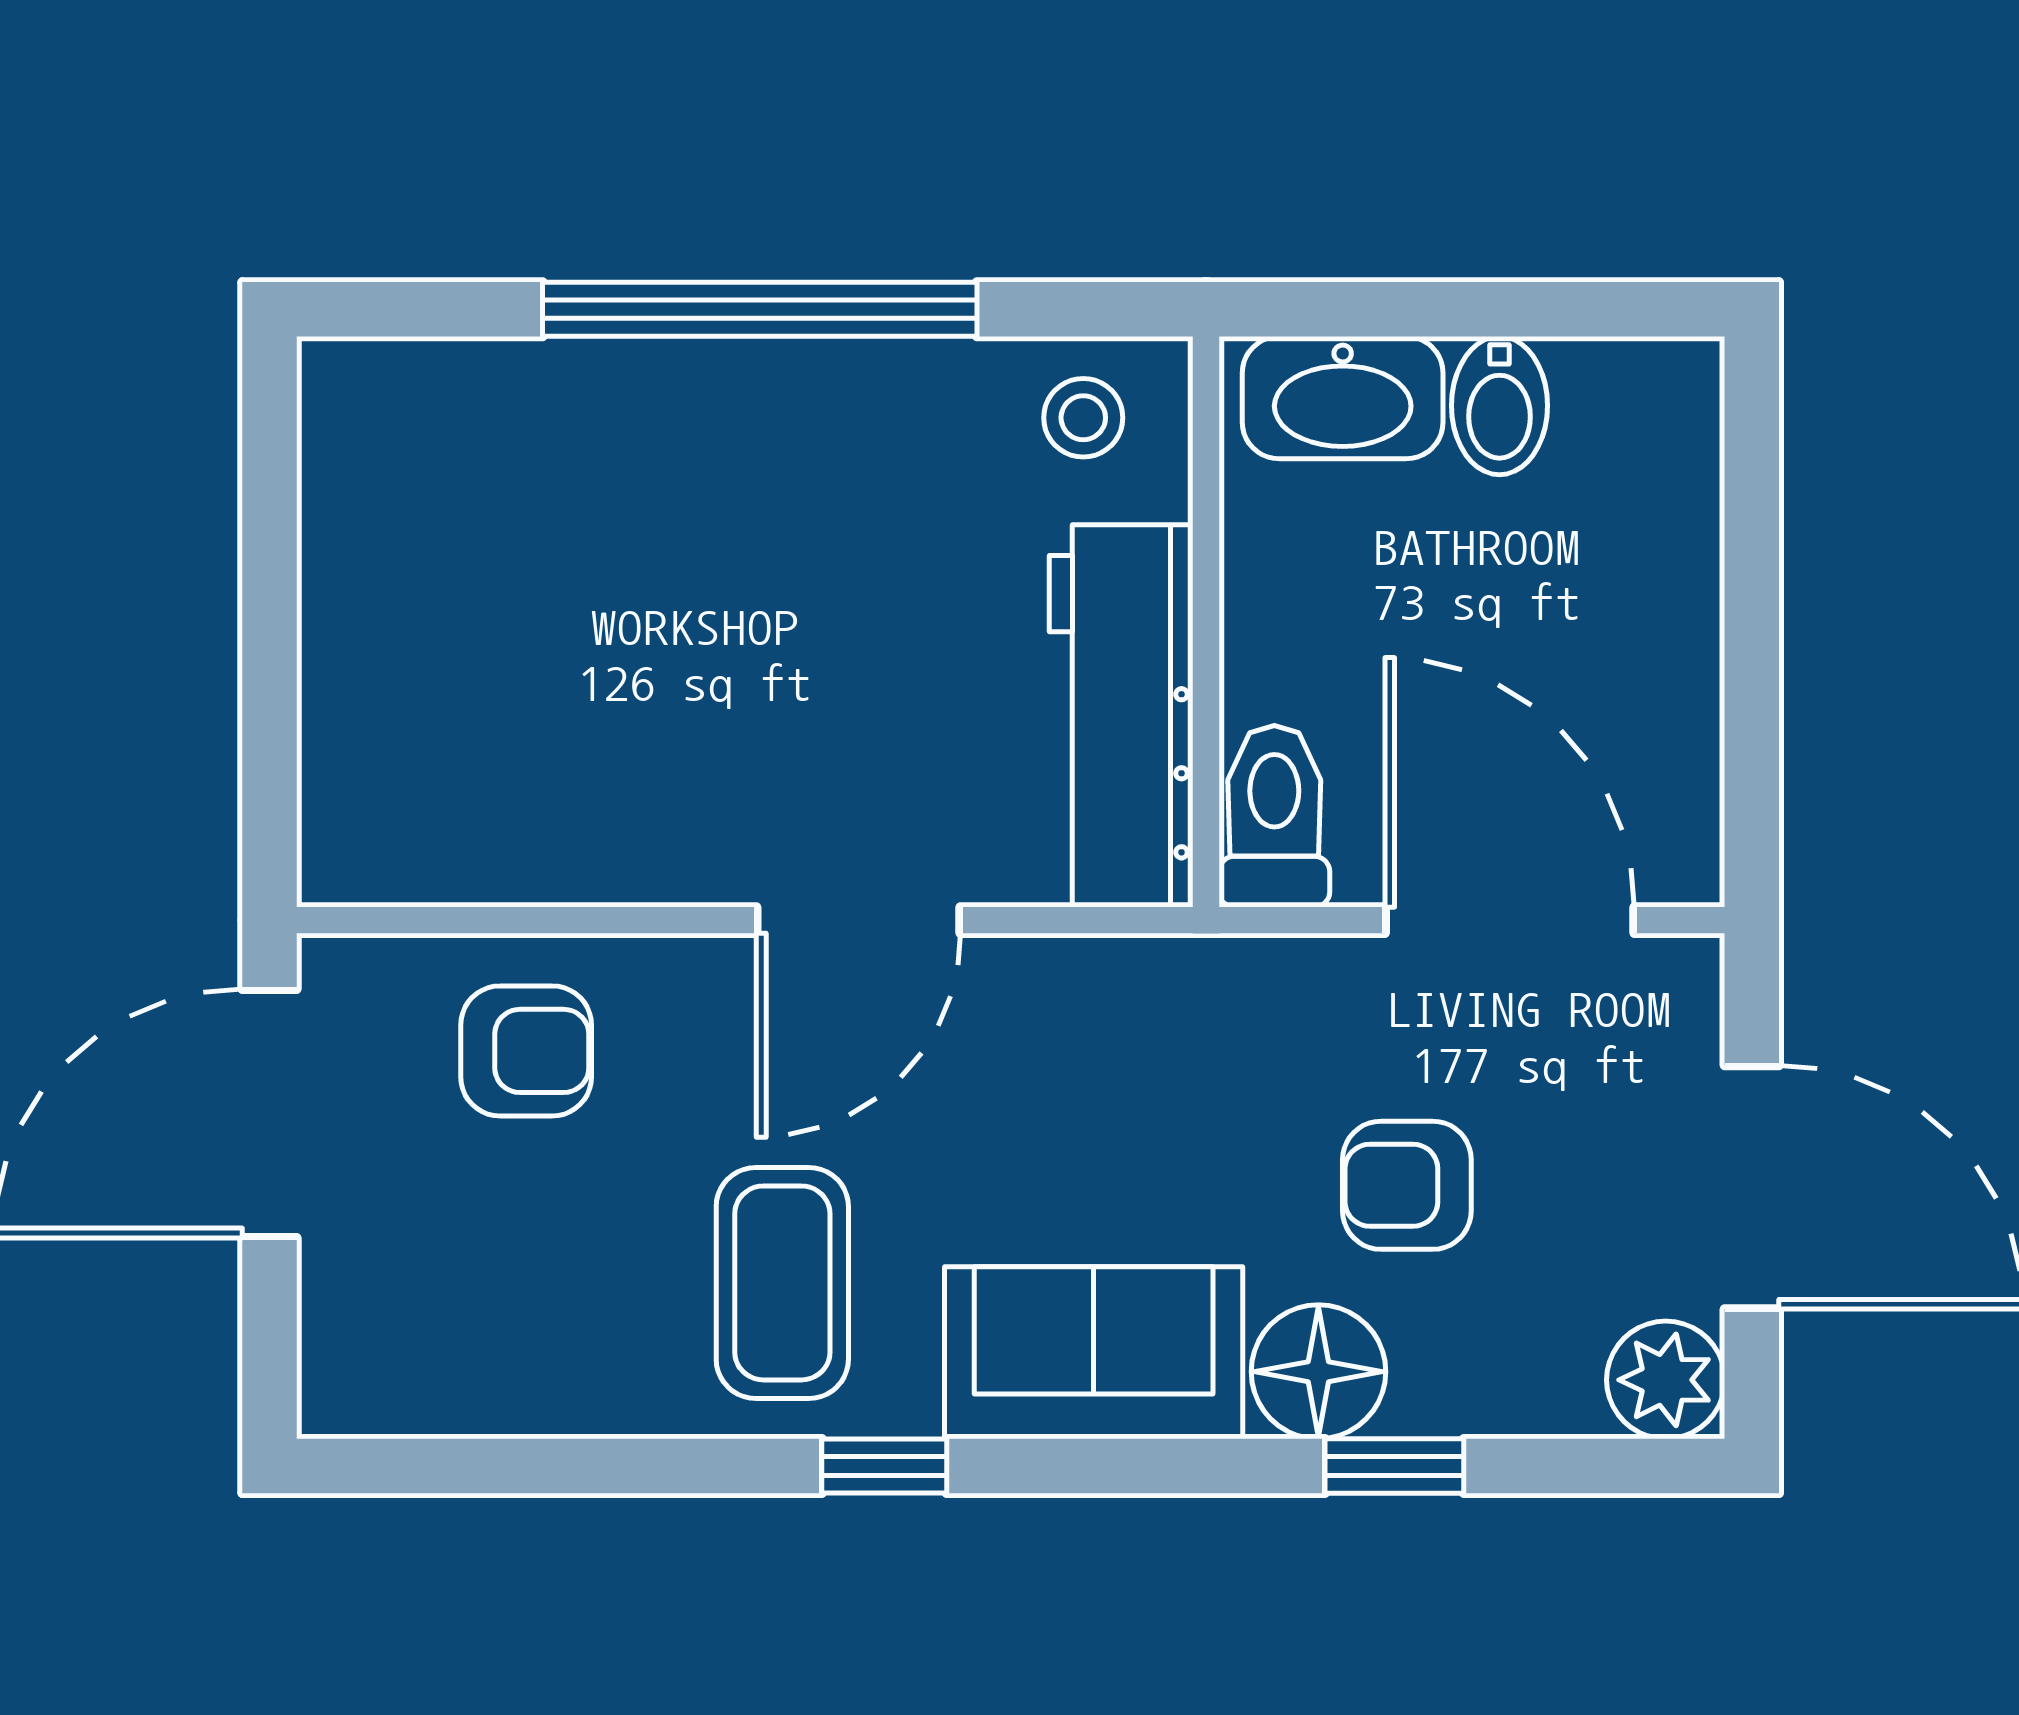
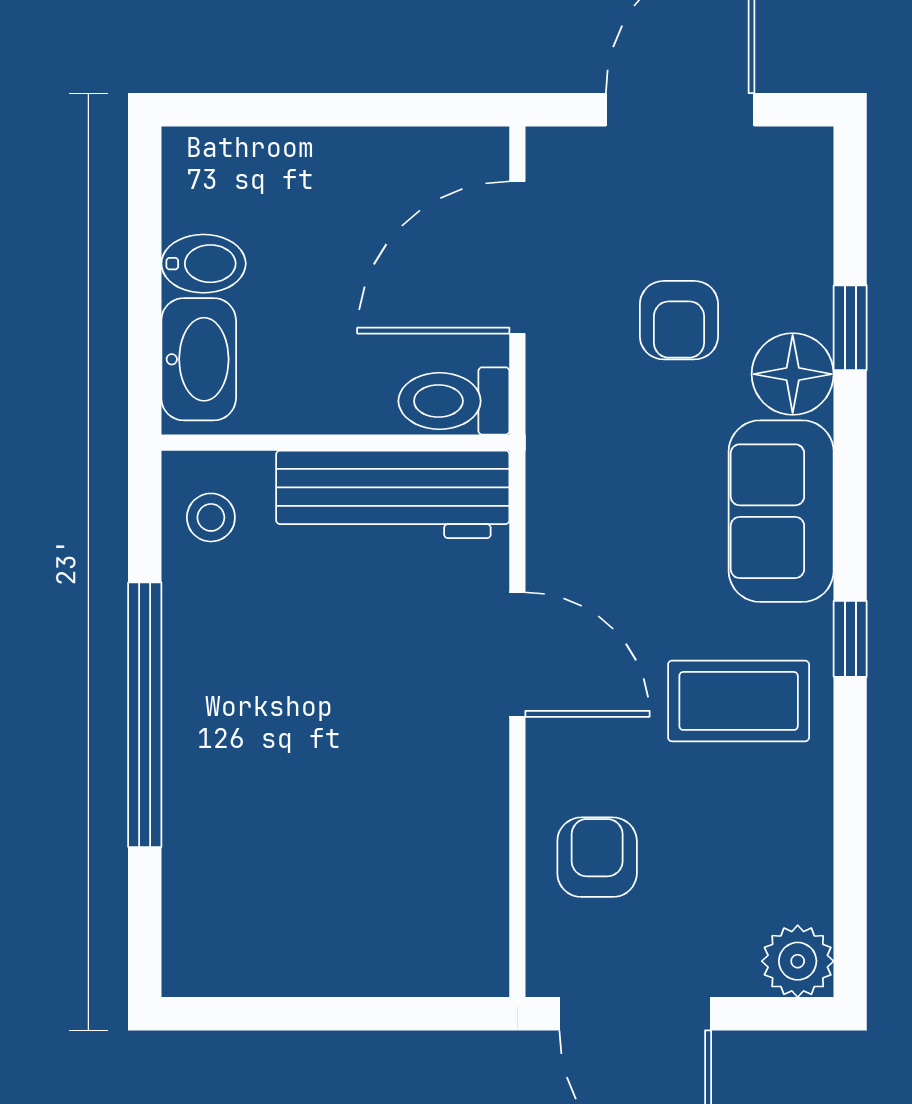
plant: (1666, 1380) -> (798, 961), moved

